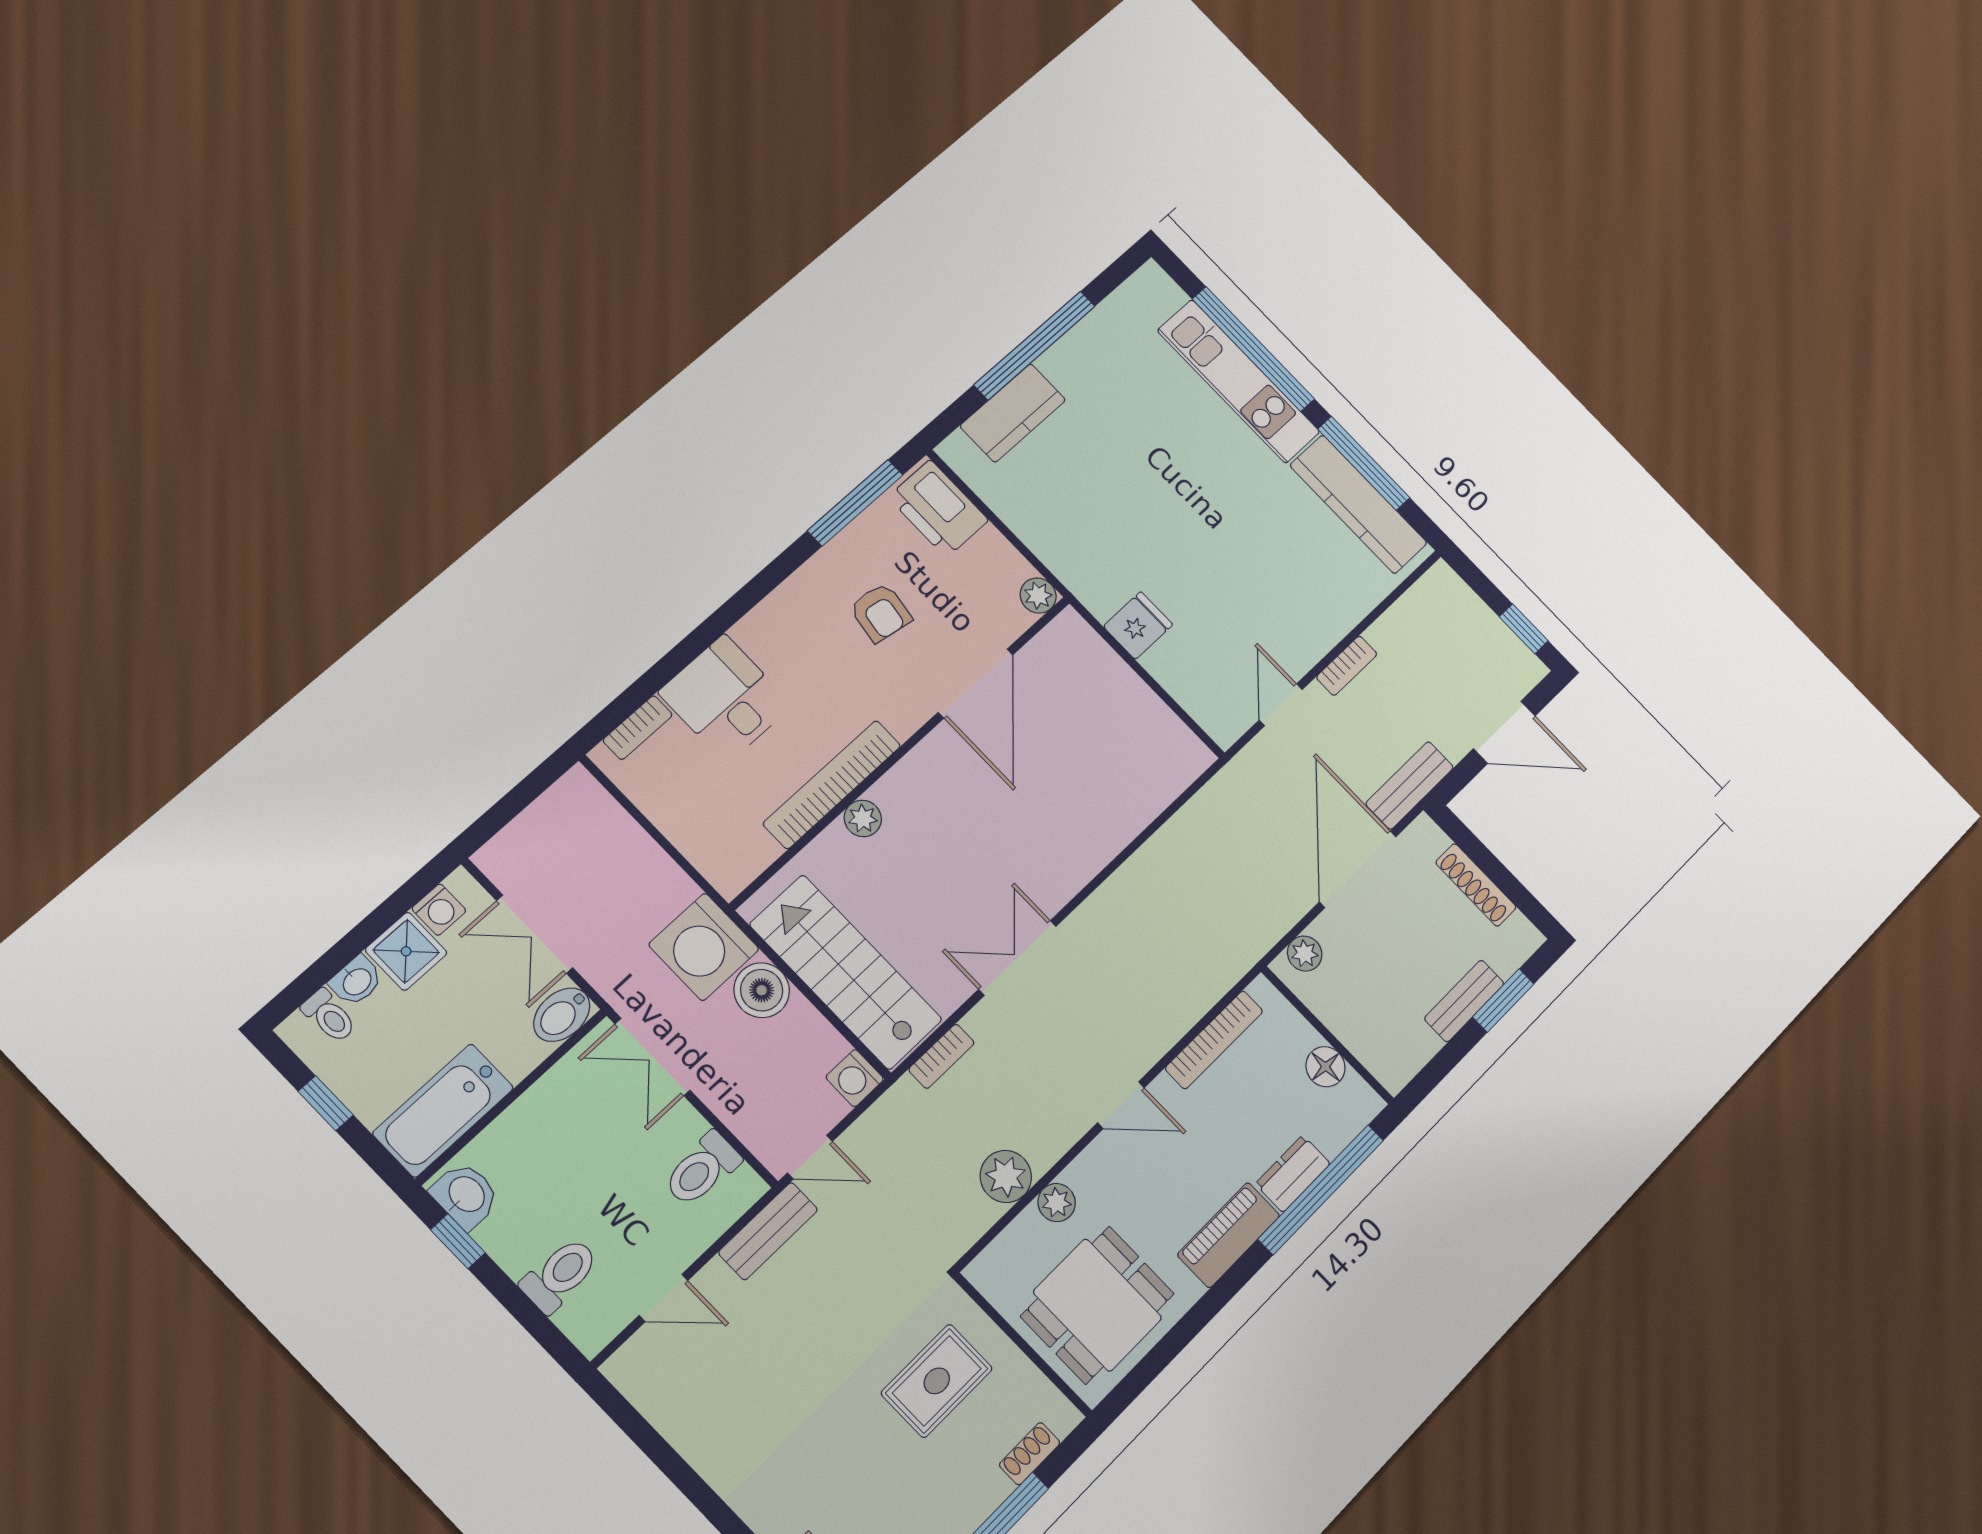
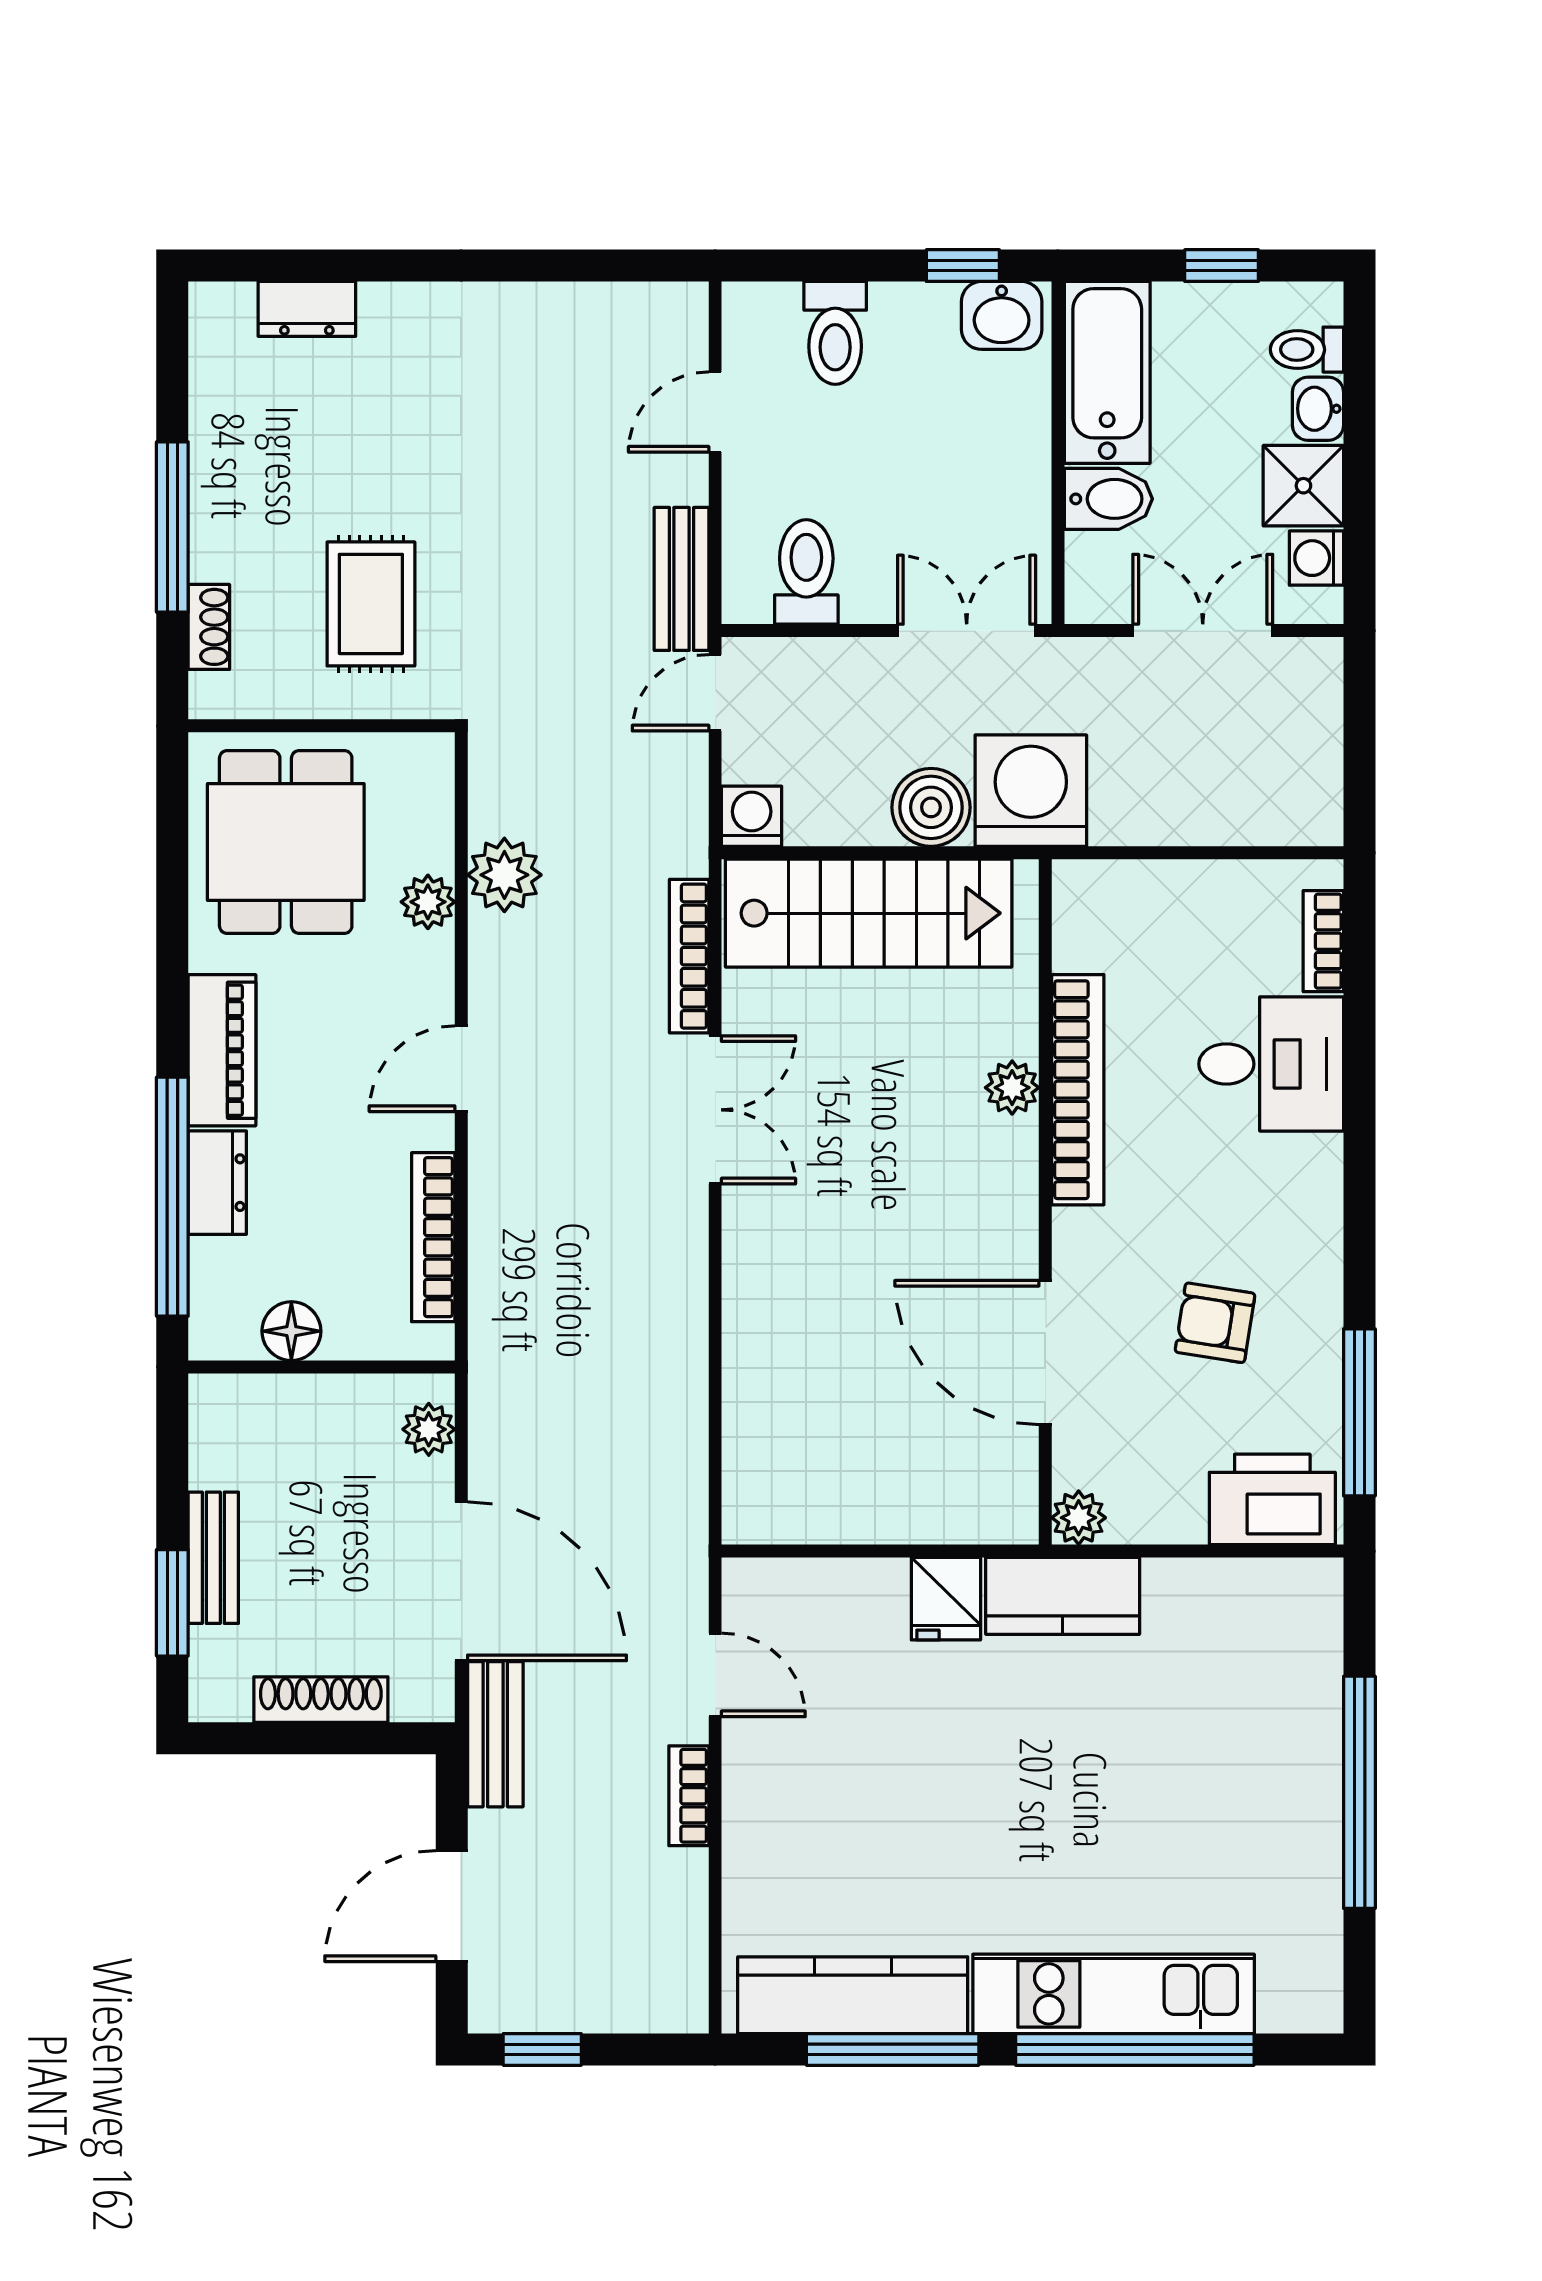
kitchen counter: (1013, 413) -> (1063, 1596), moved, turned -90
bidet: (562, 1015) -> (1108, 499), moved, turned 90
bookcase: (941, 1056) -> (689, 956), width x1.56

